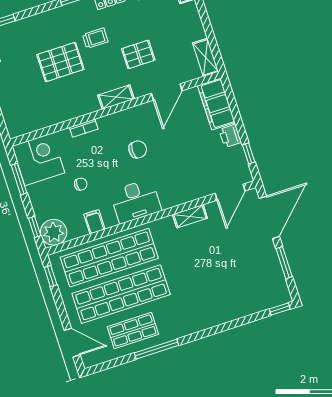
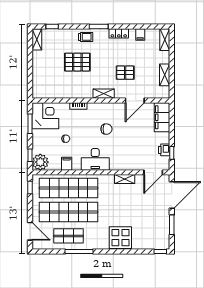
trolley: (95, 38) -> (86, 37), moved
shelving: (206, 57) -> (165, 75), moved
printer: (230, 136) -> (164, 150), moved
display table: (213, 307) -> (120, 238), added

